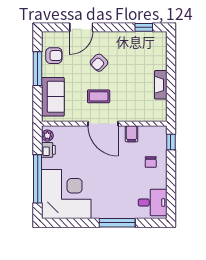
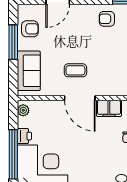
armchair: (99, 63) -> (107, 19), moved, turned 46
filing cabinet: (132, 134) -> (109, 108), width x2.00
printer: (48, 150) -> (24, 136), moved

